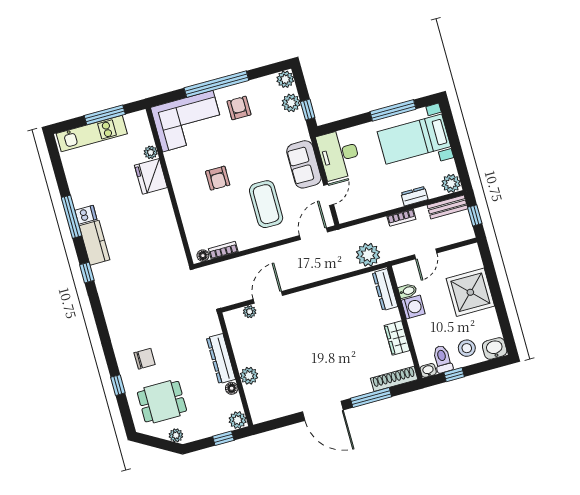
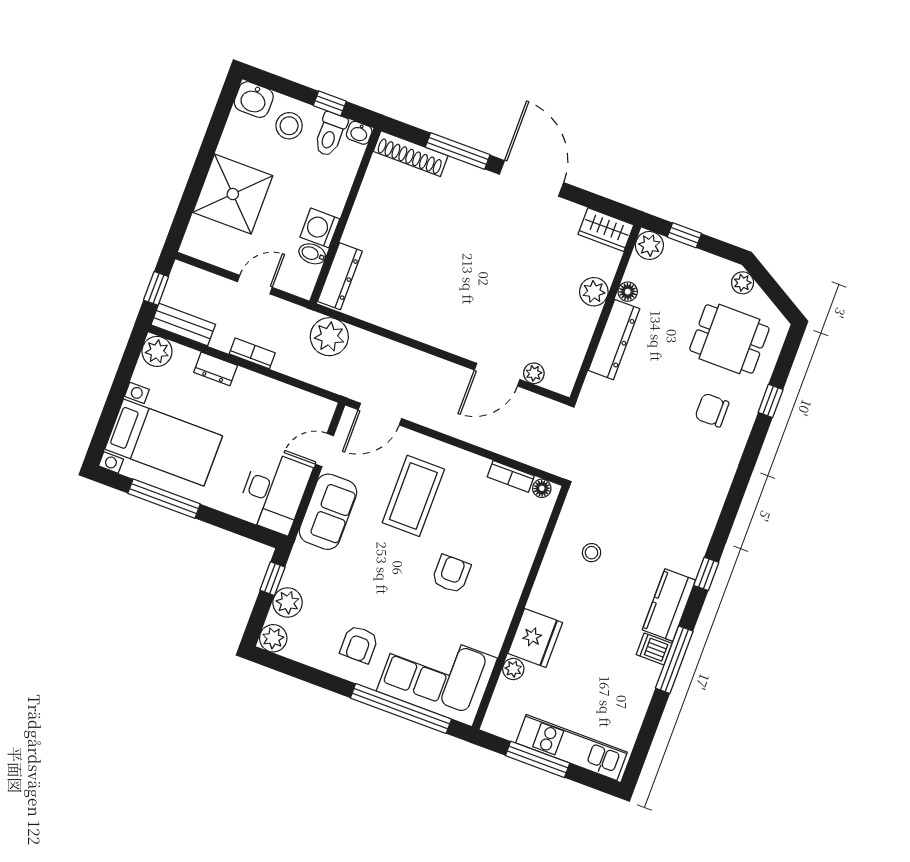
window: (216, 84) -> (401, 709), moved
stool: (154, 241) -> (592, 553), added
wardrobe: (397, 338) -> (606, 230), moved, turned 90

